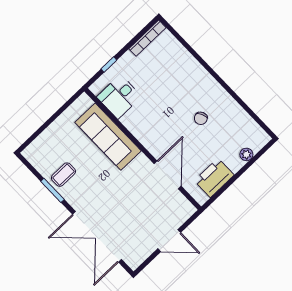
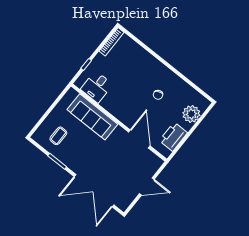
plant: (246, 154) -> (191, 114), width x1.87, depth x1.87
coffee table: (63, 175) -> (58, 136), moved

